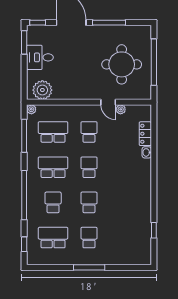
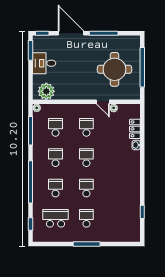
school desk: (53, 132) -> (55, 127), width x0.54
school desk: (53, 167) -> (55, 158), width x0.54

